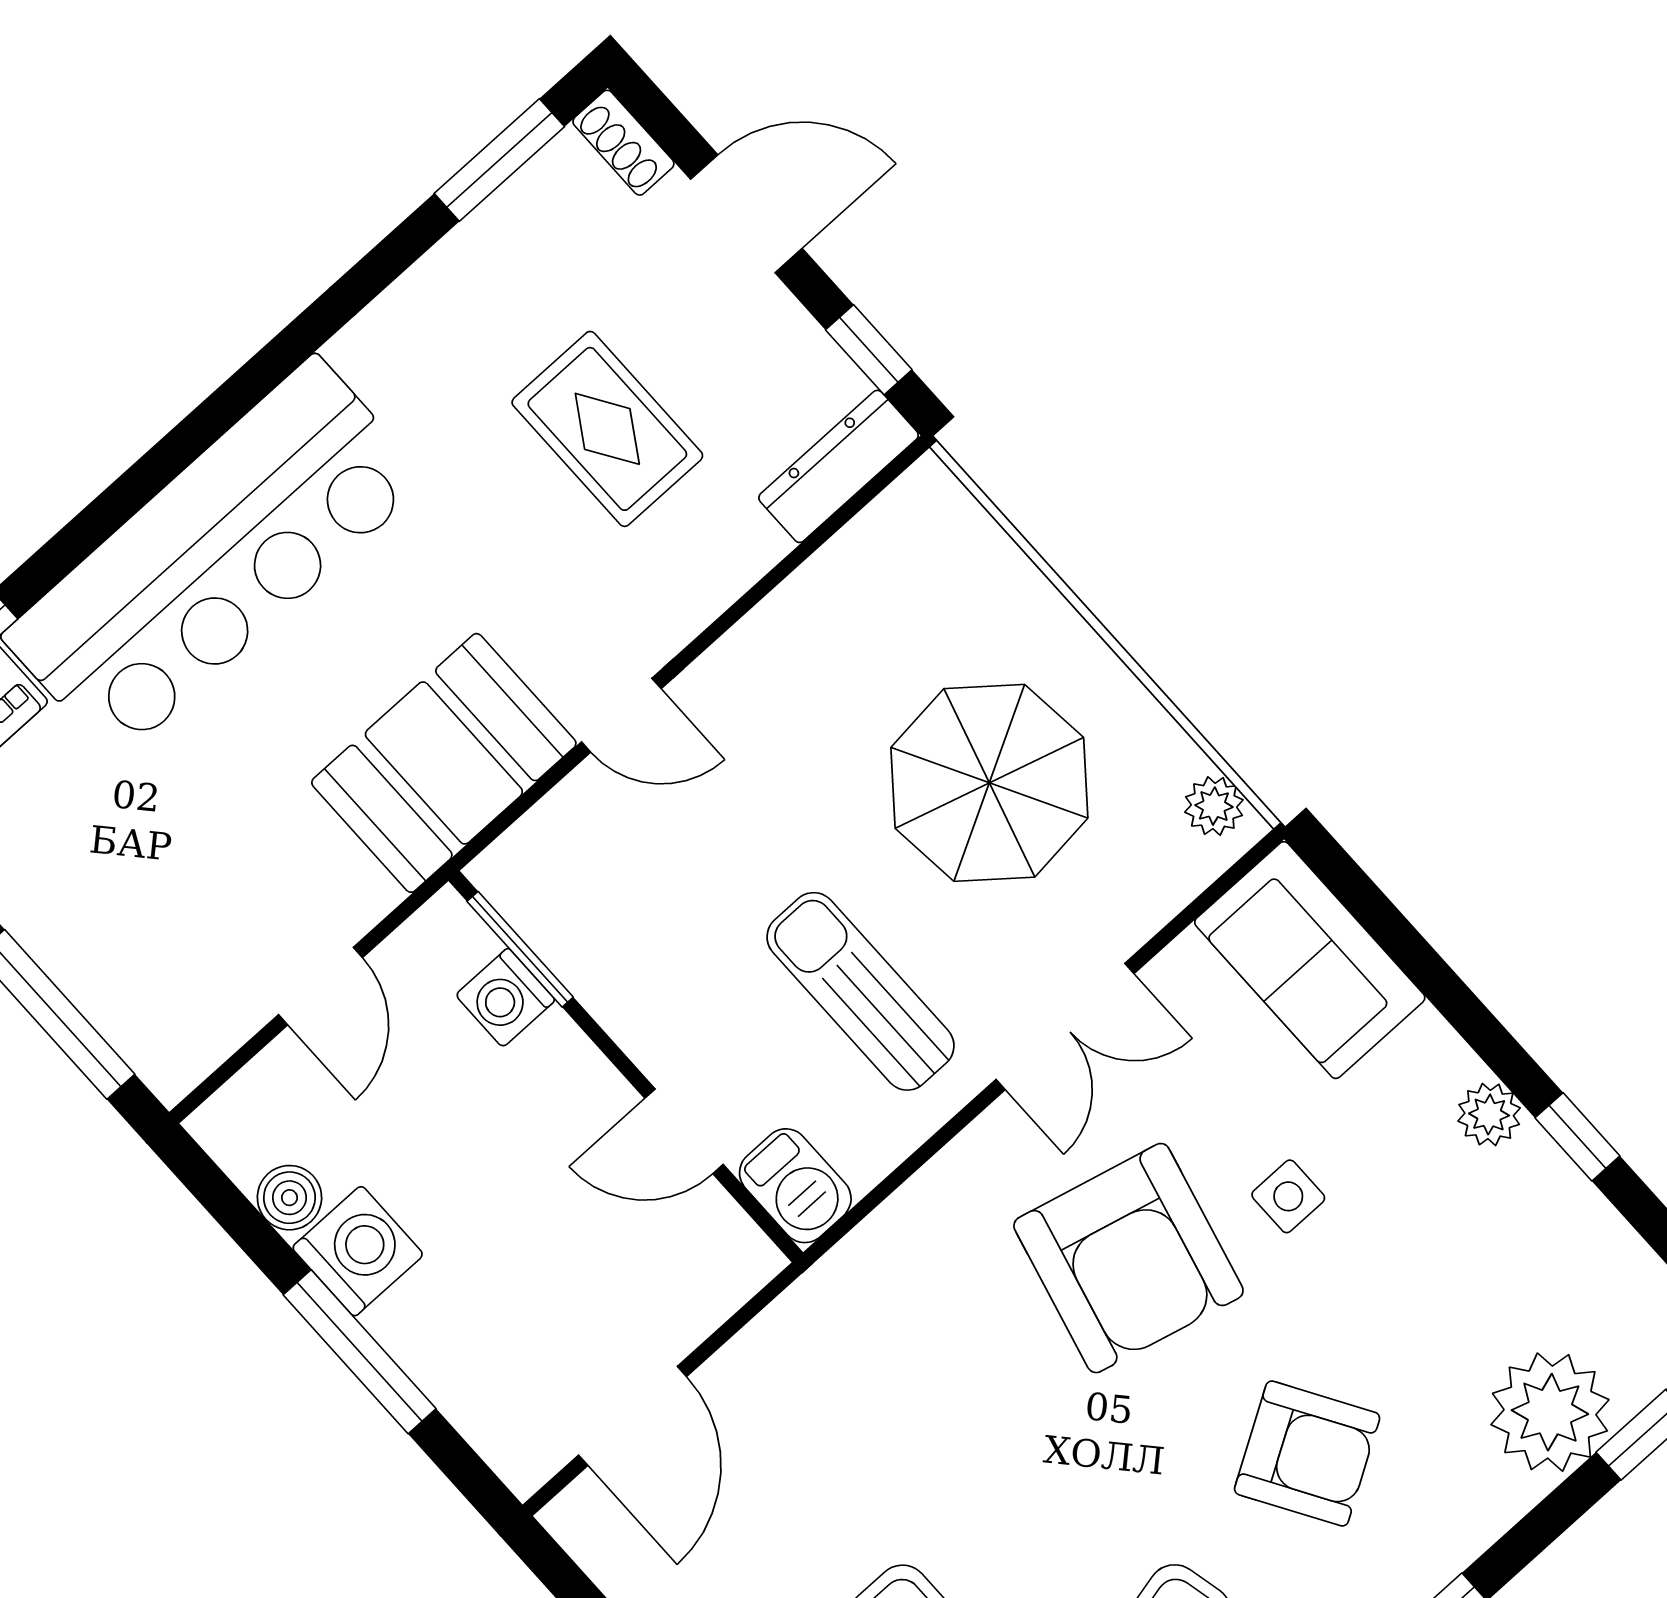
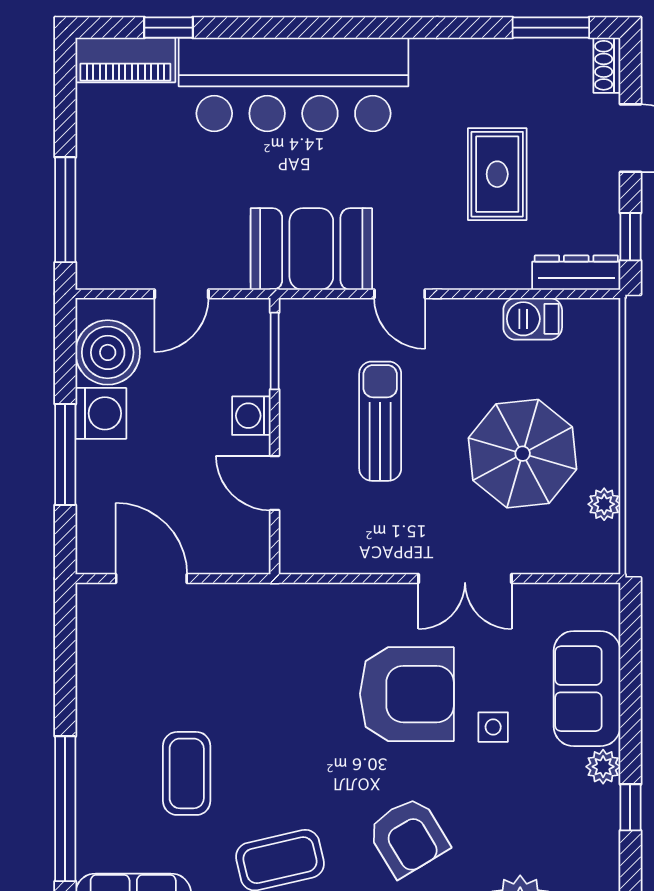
plant: (1214, 806) -> (604, 504), moved
sofa: (1310, 960) -> (587, 689), moved
sun lounger: (861, 991) -> (380, 421), moved
washing machine: (505, 998) -> (251, 416), moved
barbecue: (795, 1186) -> (533, 319), moved, turned 90
boiler: (289, 1198) -> (108, 352), width x1.86, depth x1.86
armchair: (1128, 1258) -> (407, 694), turned -104
door: (633, 1416) -> (151, 578), swing flipped

